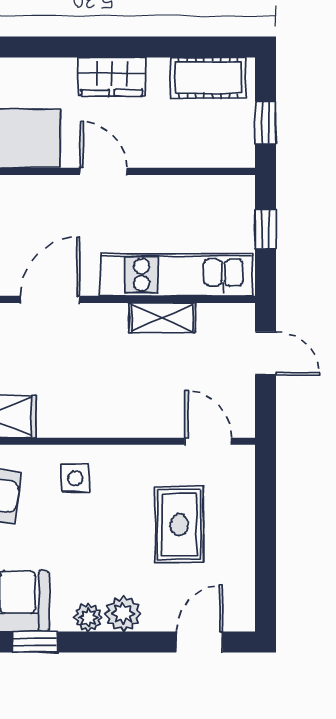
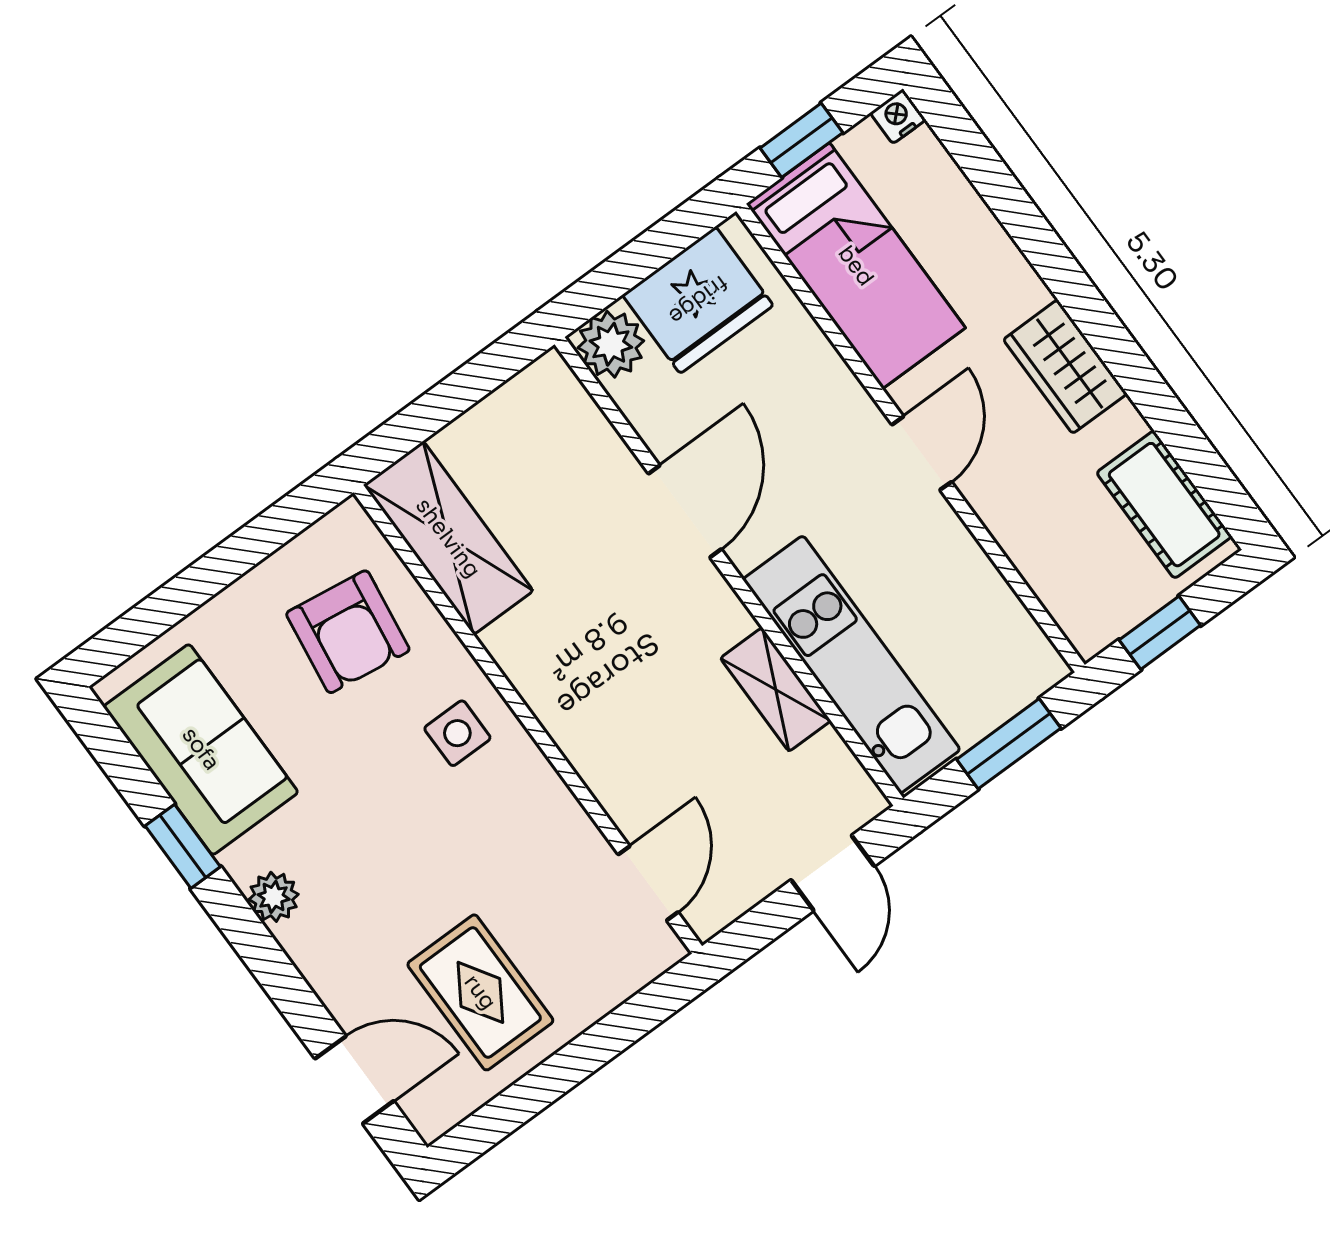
window: (265, 229) -> (1009, 744), width x1.50
door: (50, 299) -> (685, 511), hinge flipped
rug: (179, 524) -> (480, 992), moved, turned 90
plant: (123, 614) -> (315, 942), removed

